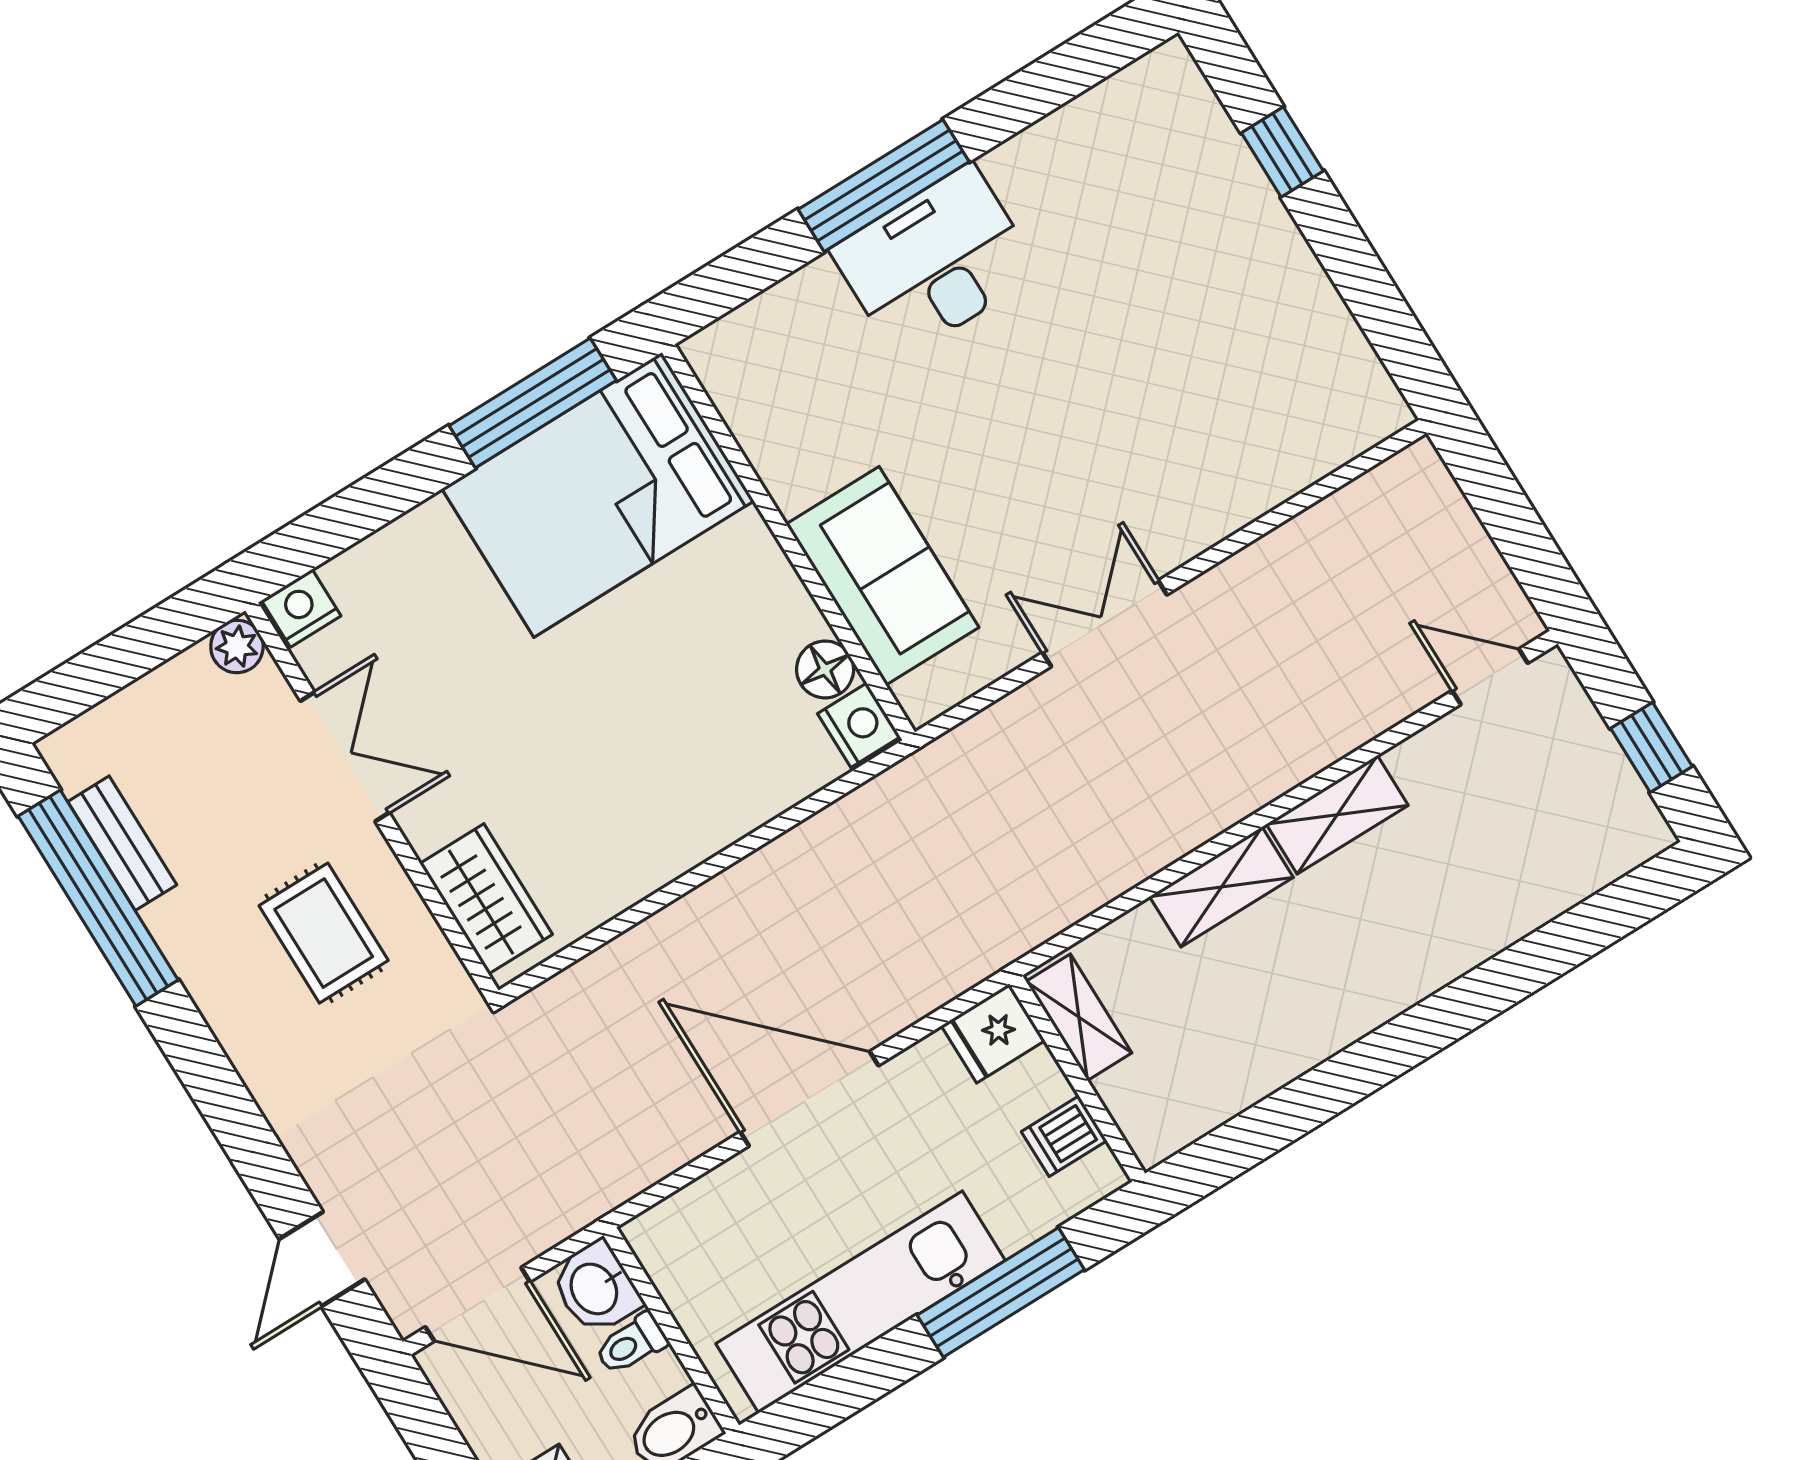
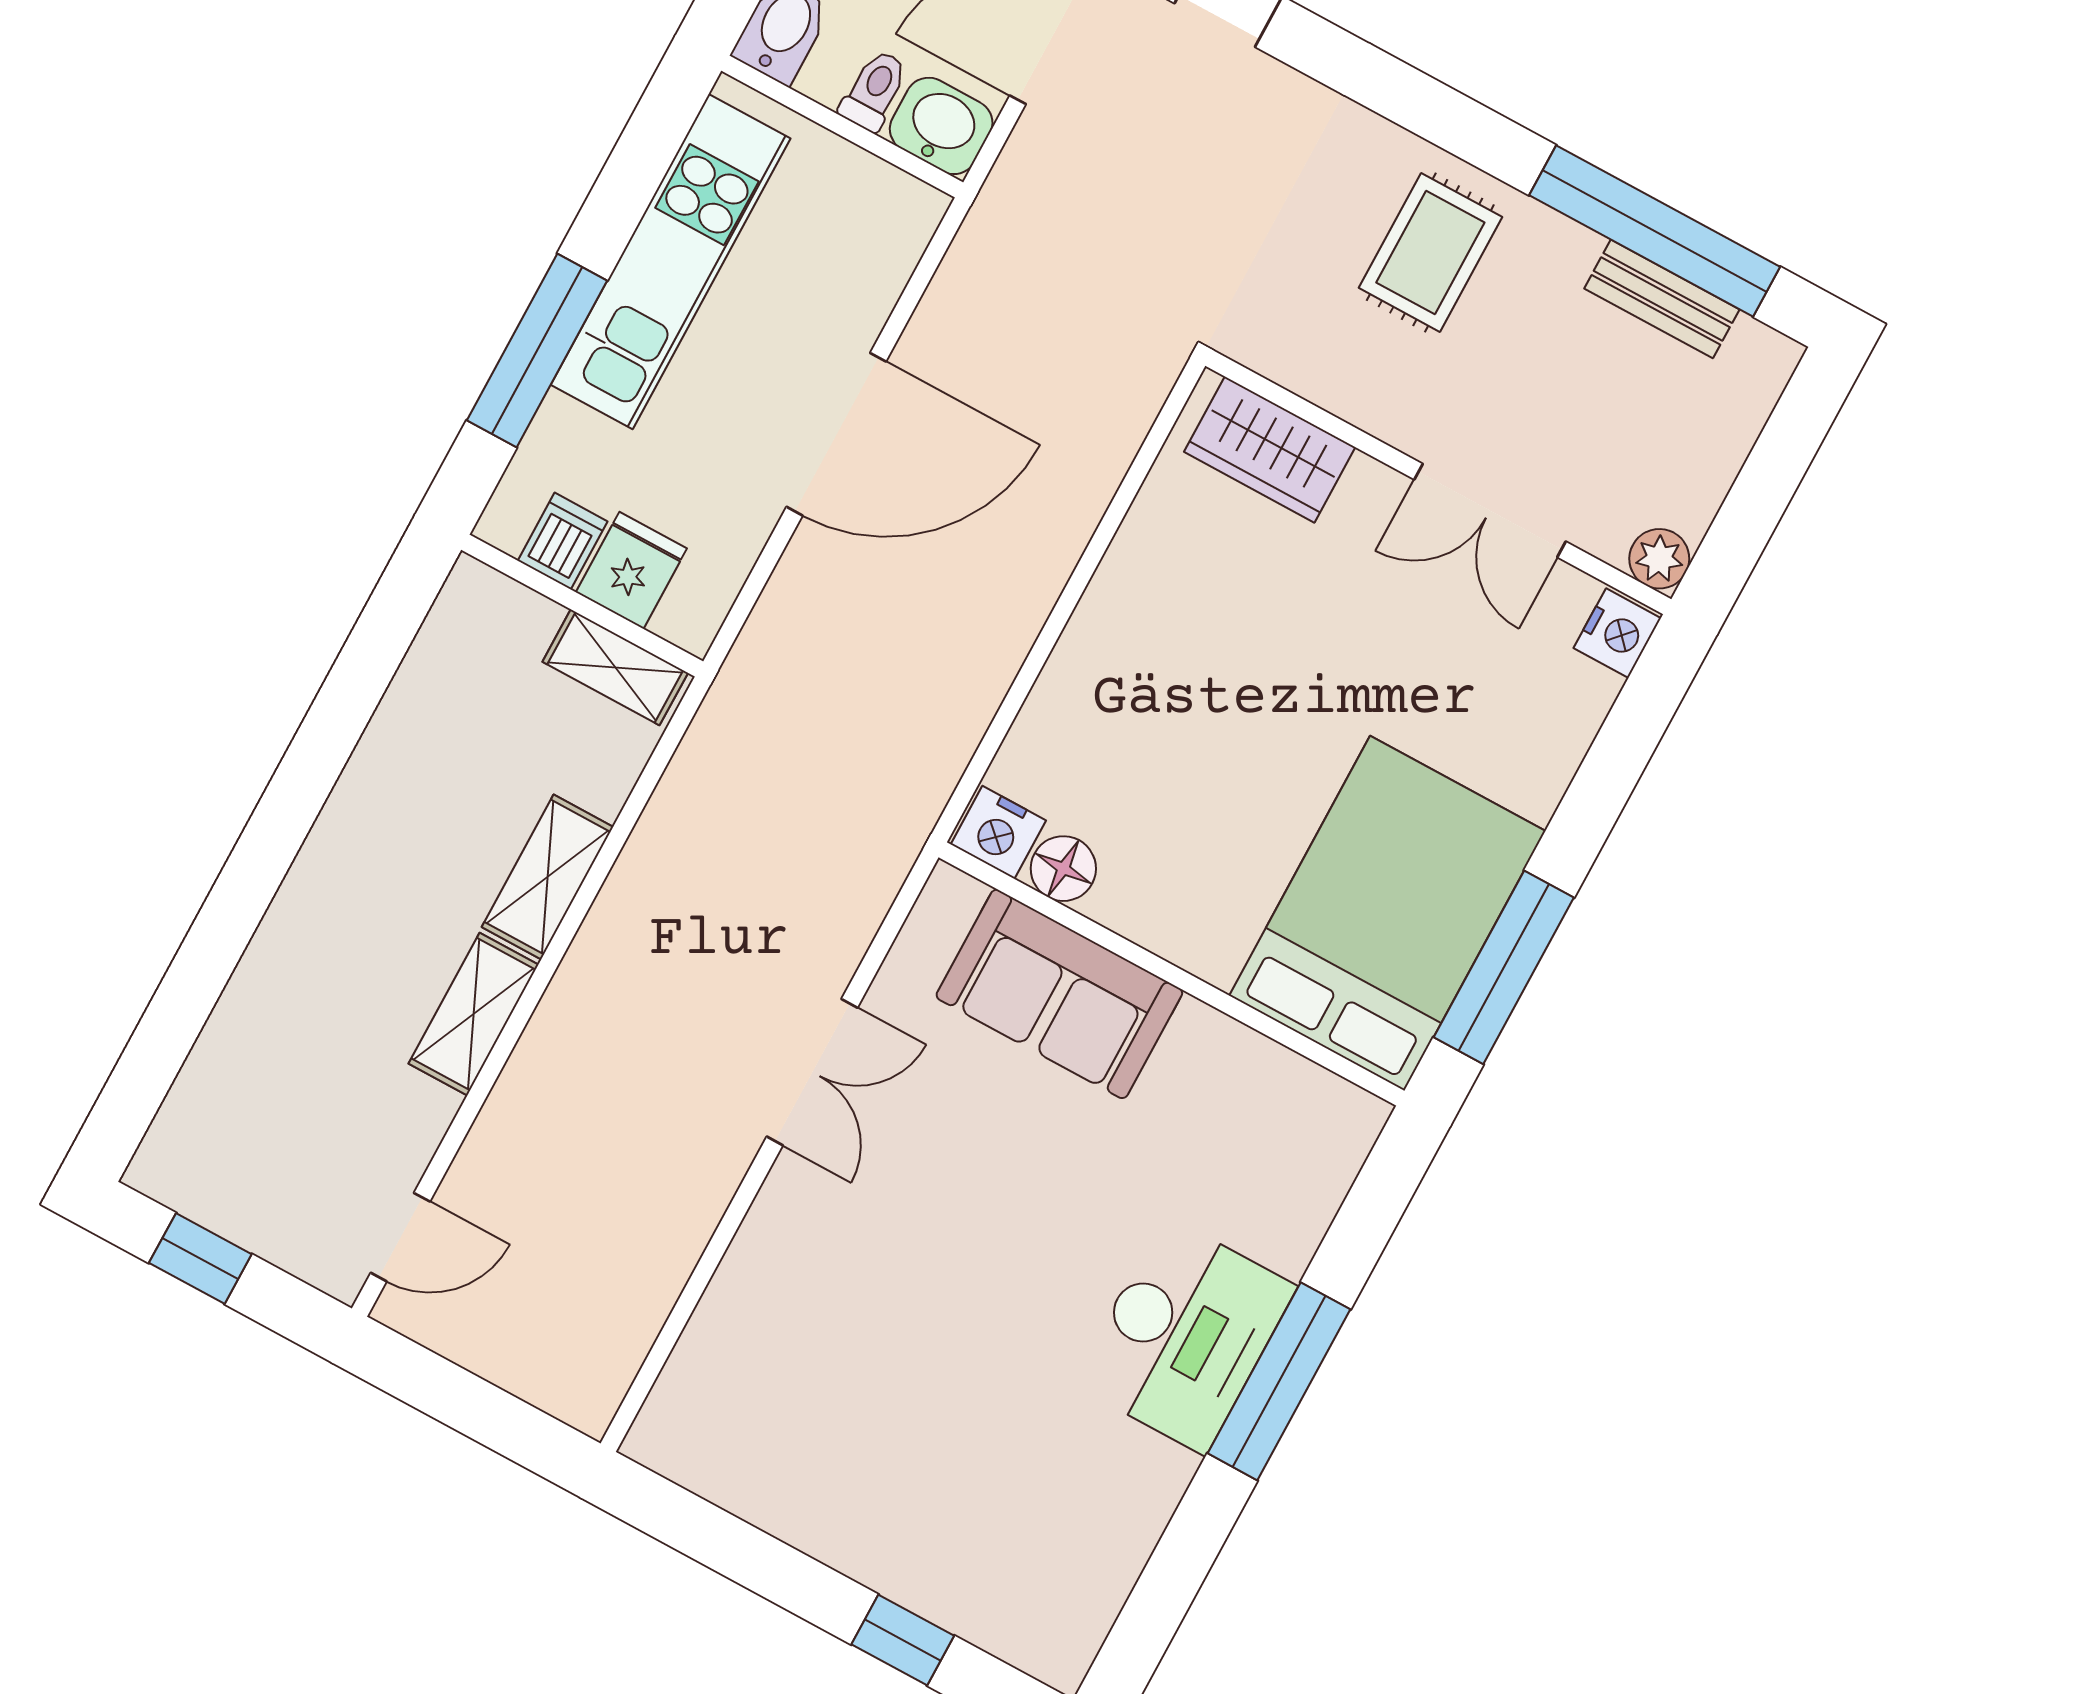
rug: (324, 933) -> (1430, 252), moved, turned 90
fridge: (993, 1033) -> (631, 570), moved

